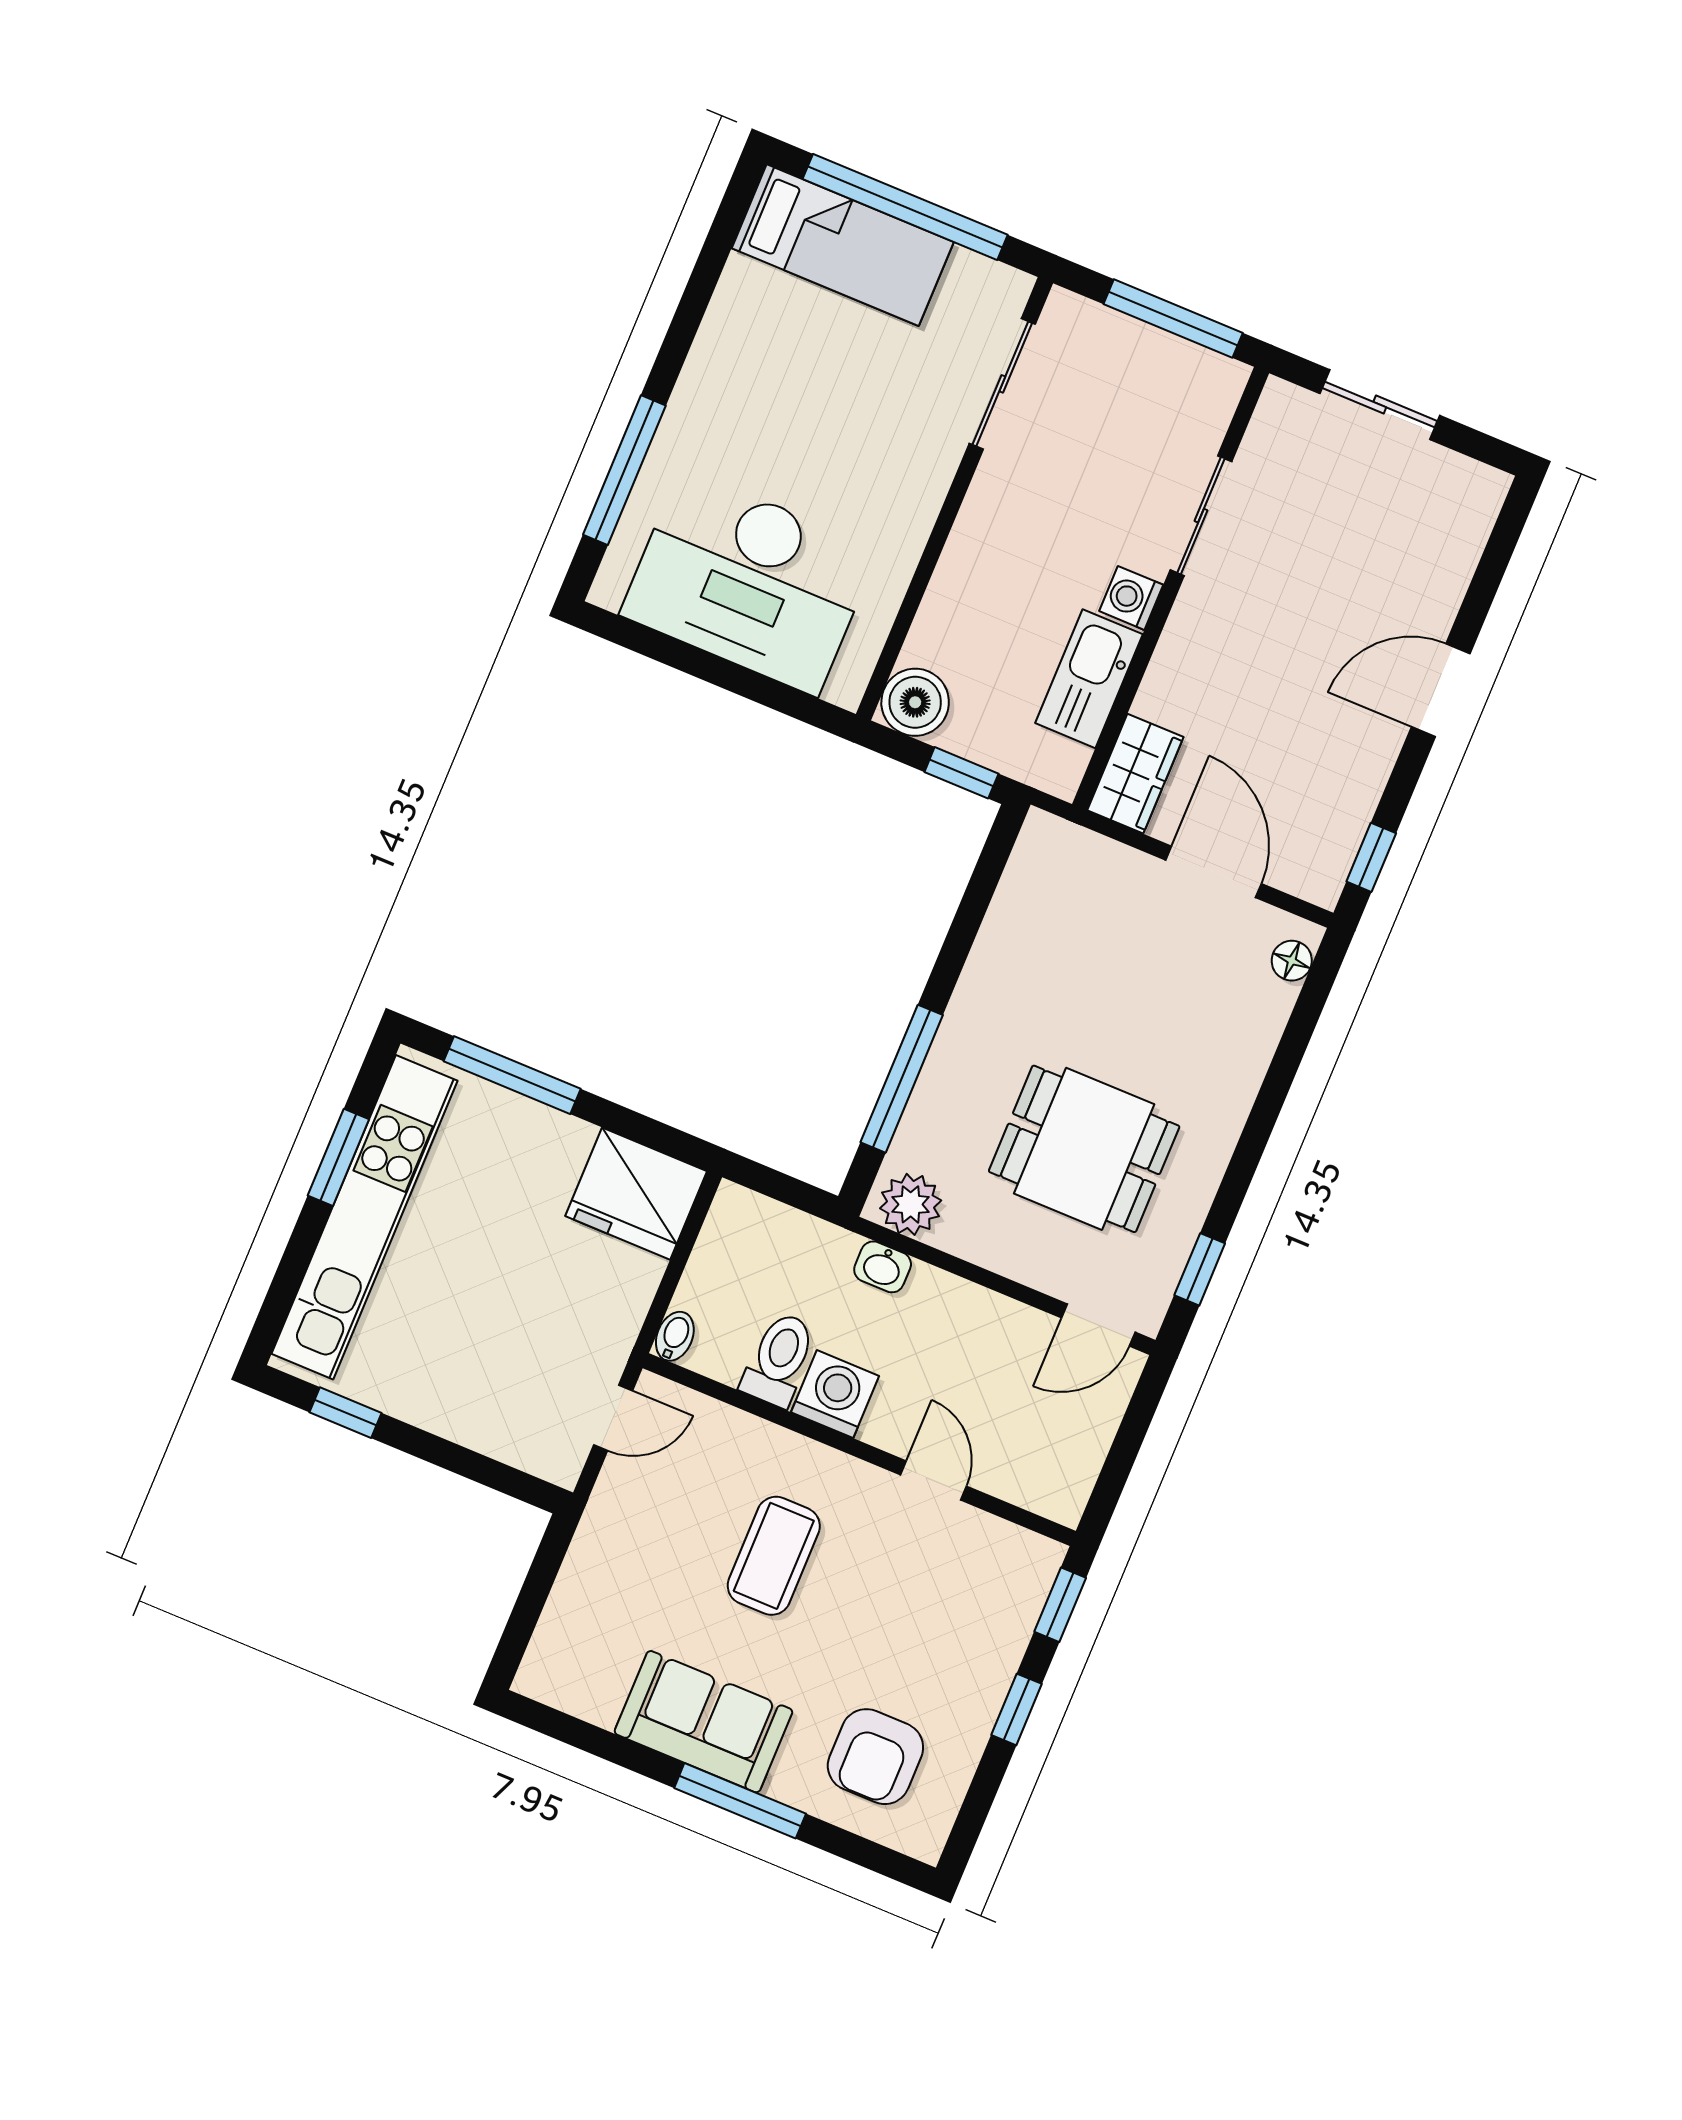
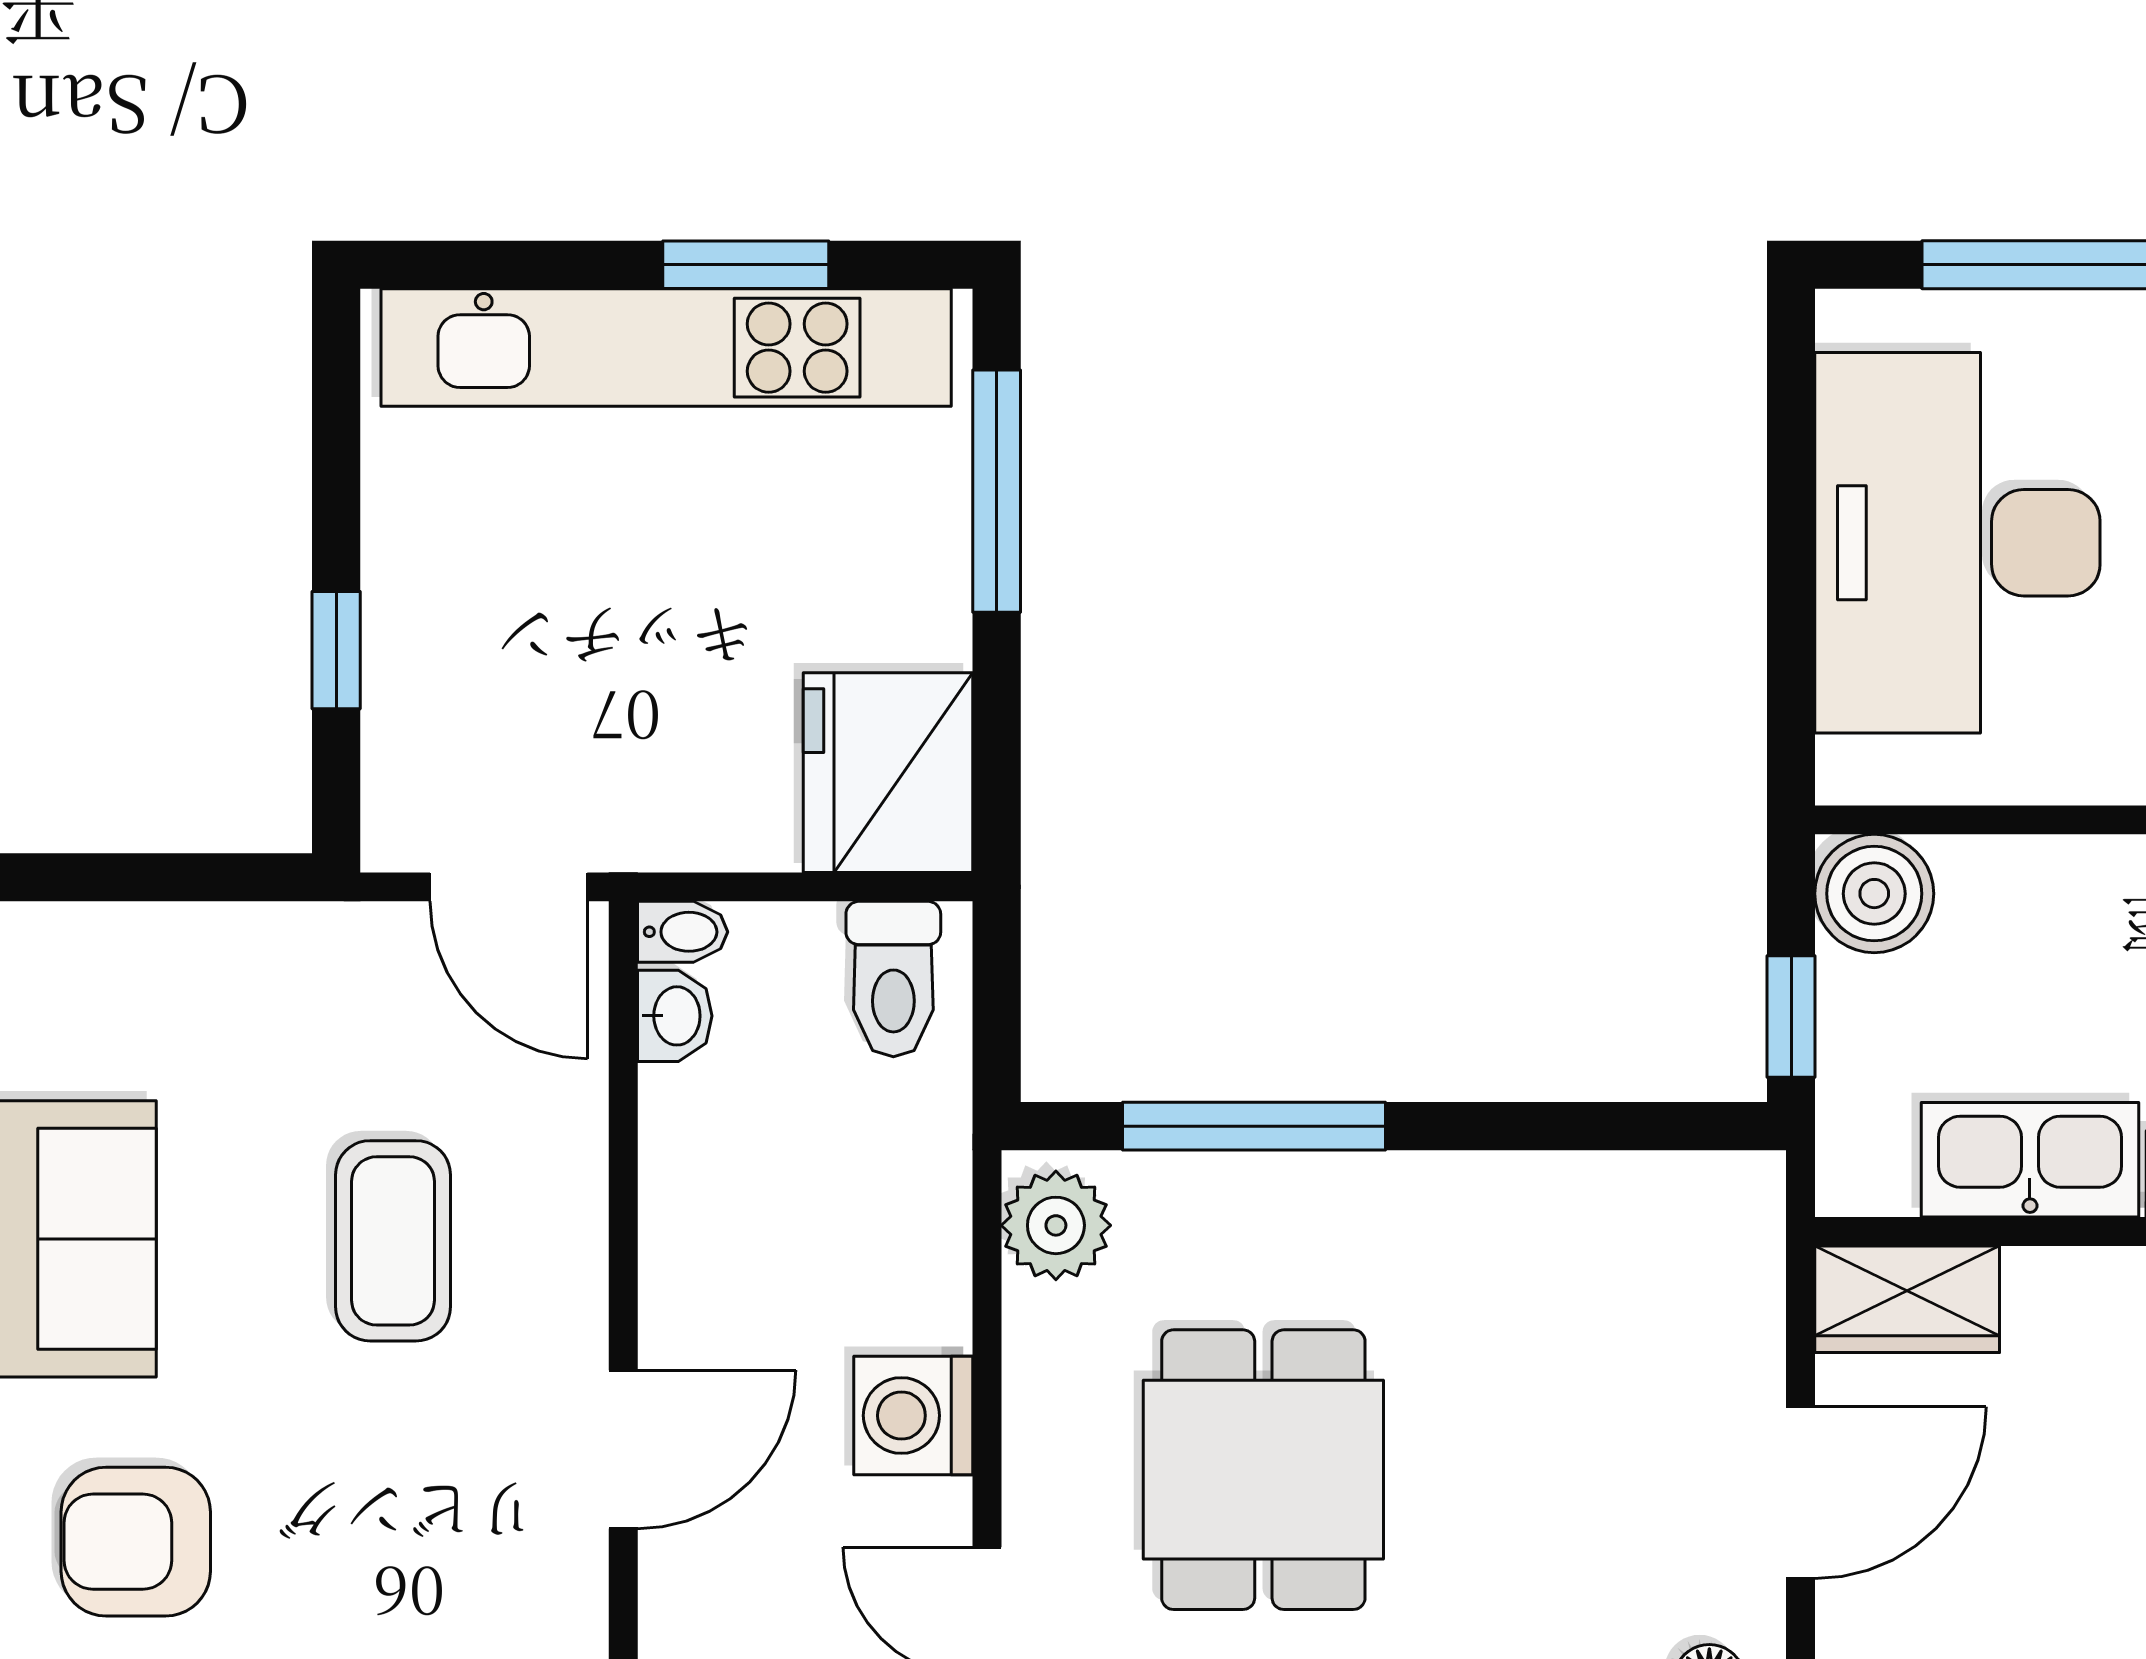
washbasin: (883, 1267) -> (675, 1016), moved, turned 180
toilet: (779, 1359) -> (893, 979), moved, turned 90
washing machine: (835, 1394) -> (913, 1416), moved, turned 180
window: (346, 1413) -> (336, 650), moved
door: (613, 1418) -> (509, 887), width x1.38
door: (934, 1480) -> (623, 1449), width x1.38
coffee table: (774, 1556) -> (393, 1241), turned 90

